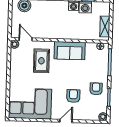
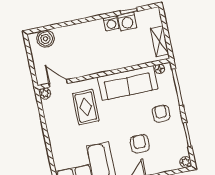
sofa: (70, 51) -> (128, 83), width x1.36
armchair: (96, 89) -> (161, 114), moved

